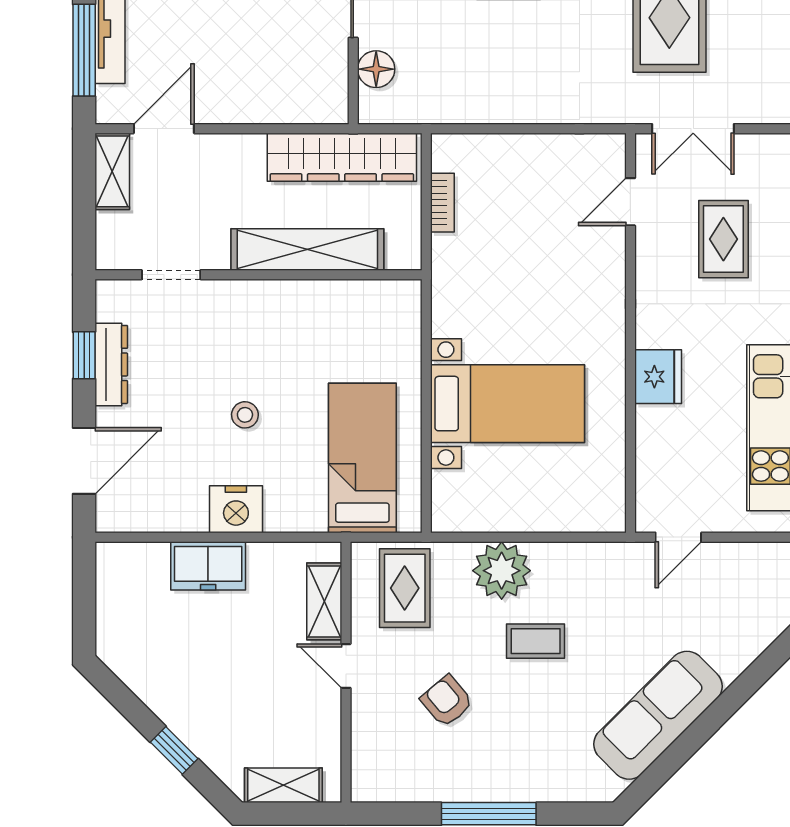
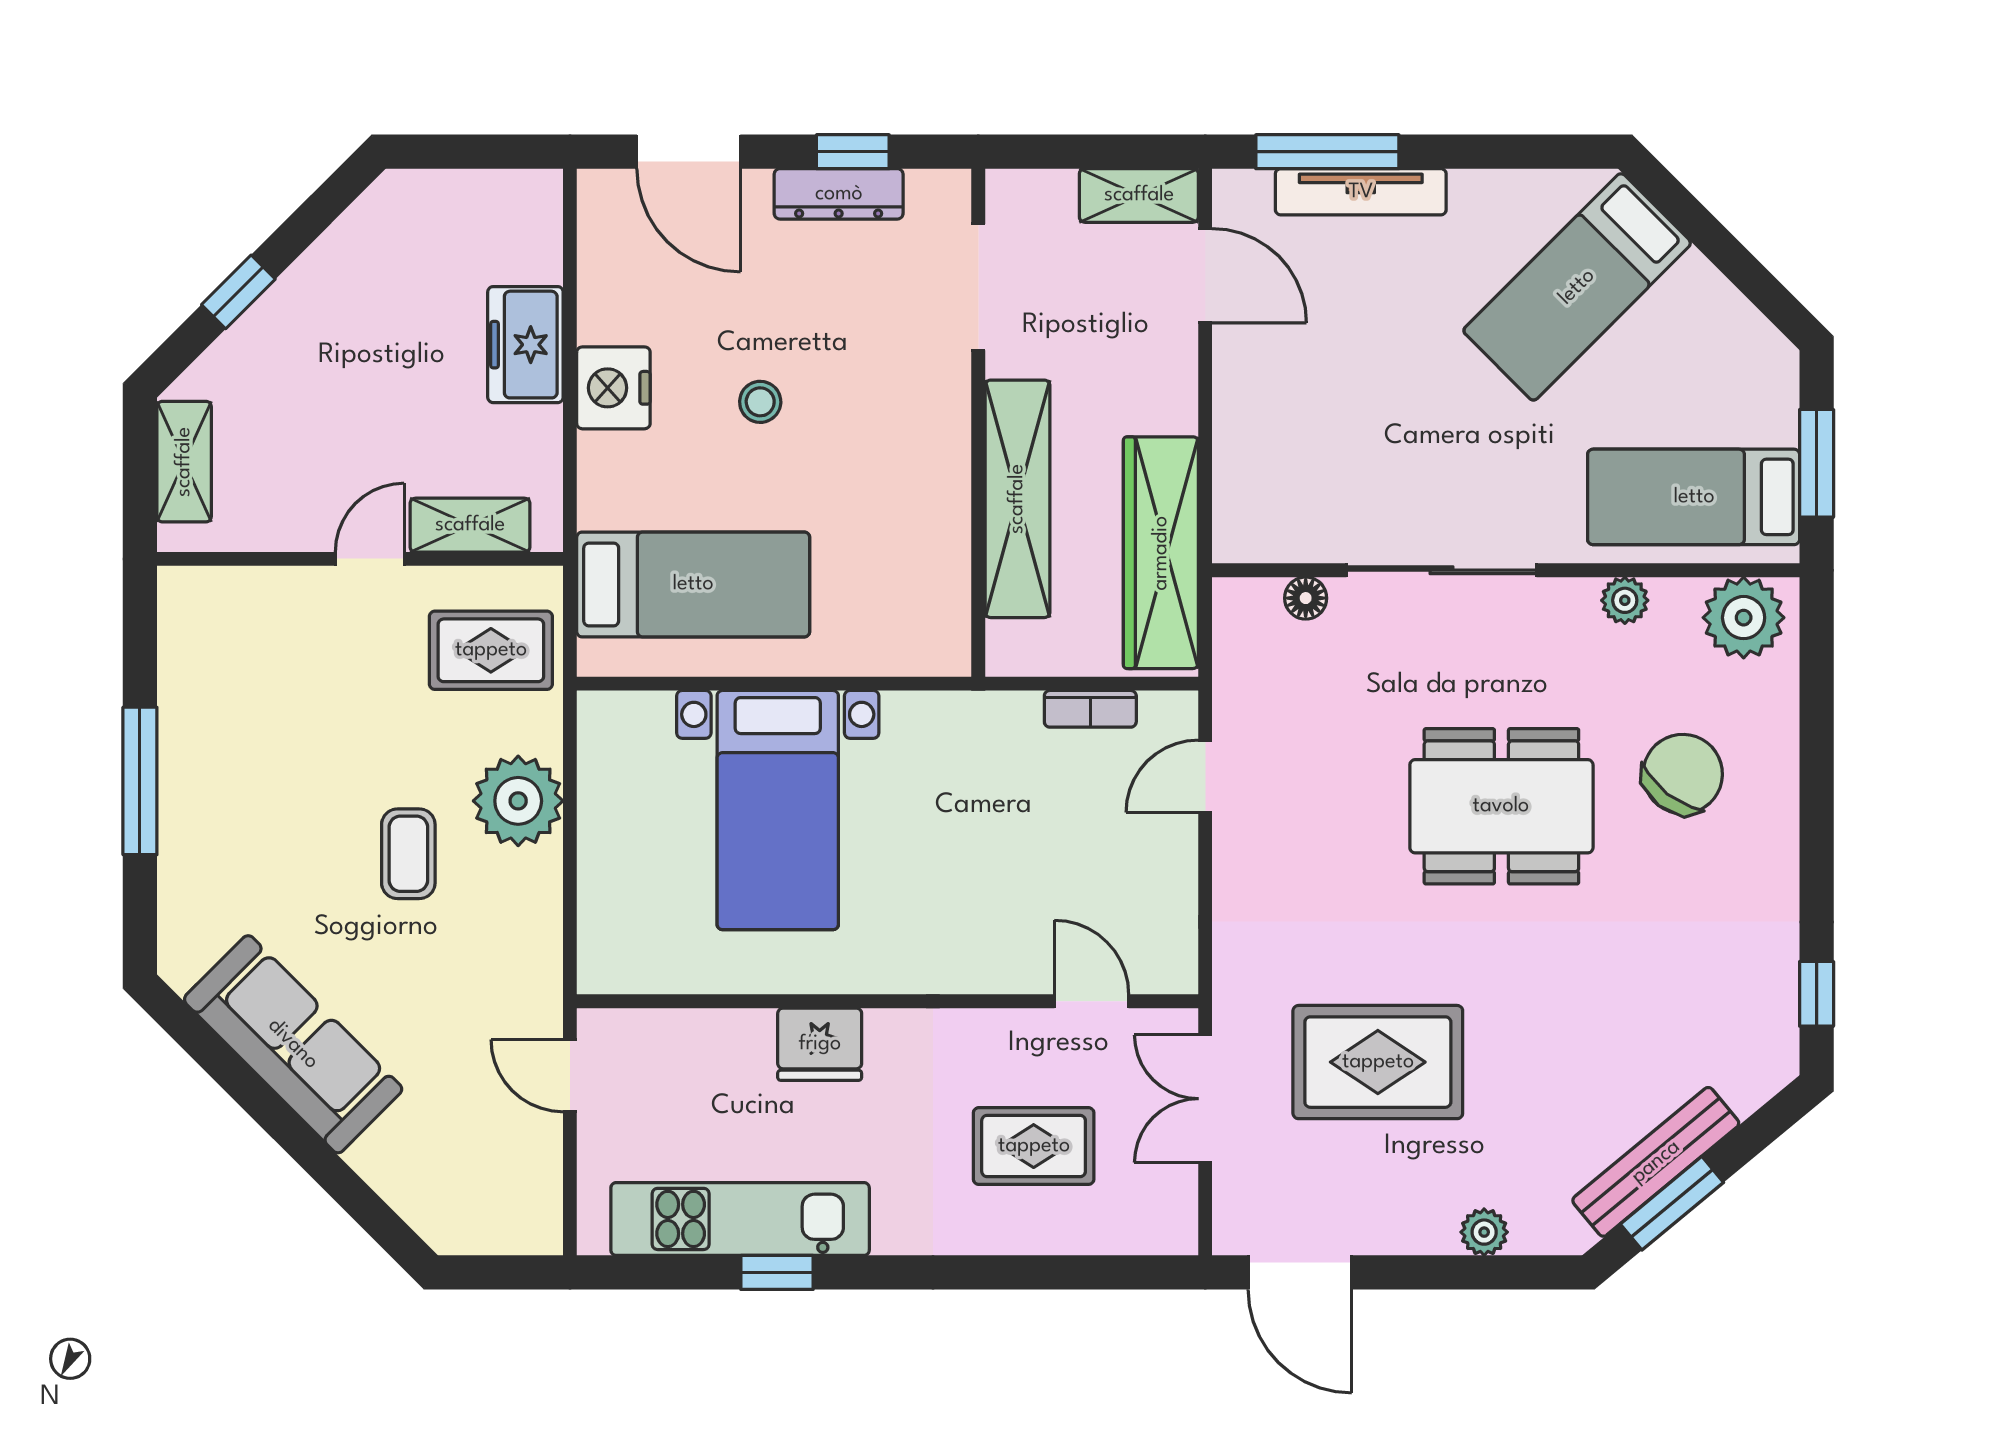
floor lamp: (376, 69) -> (1306, 598), width x0.73, depth x0.73
door: (486, 129) -> (1205, 776), added
doorway: (171, 275) -> (978, 287), width x1.38
armchair: (447, 701) -> (315, 716), removed

